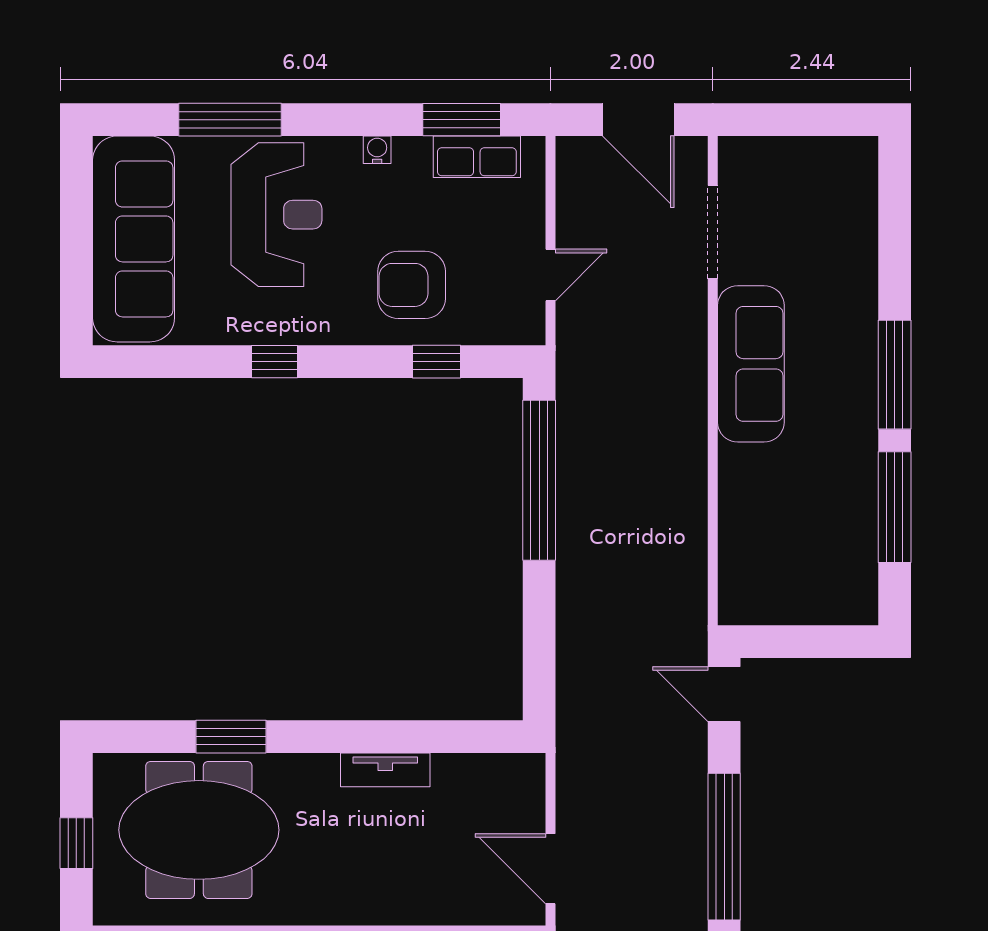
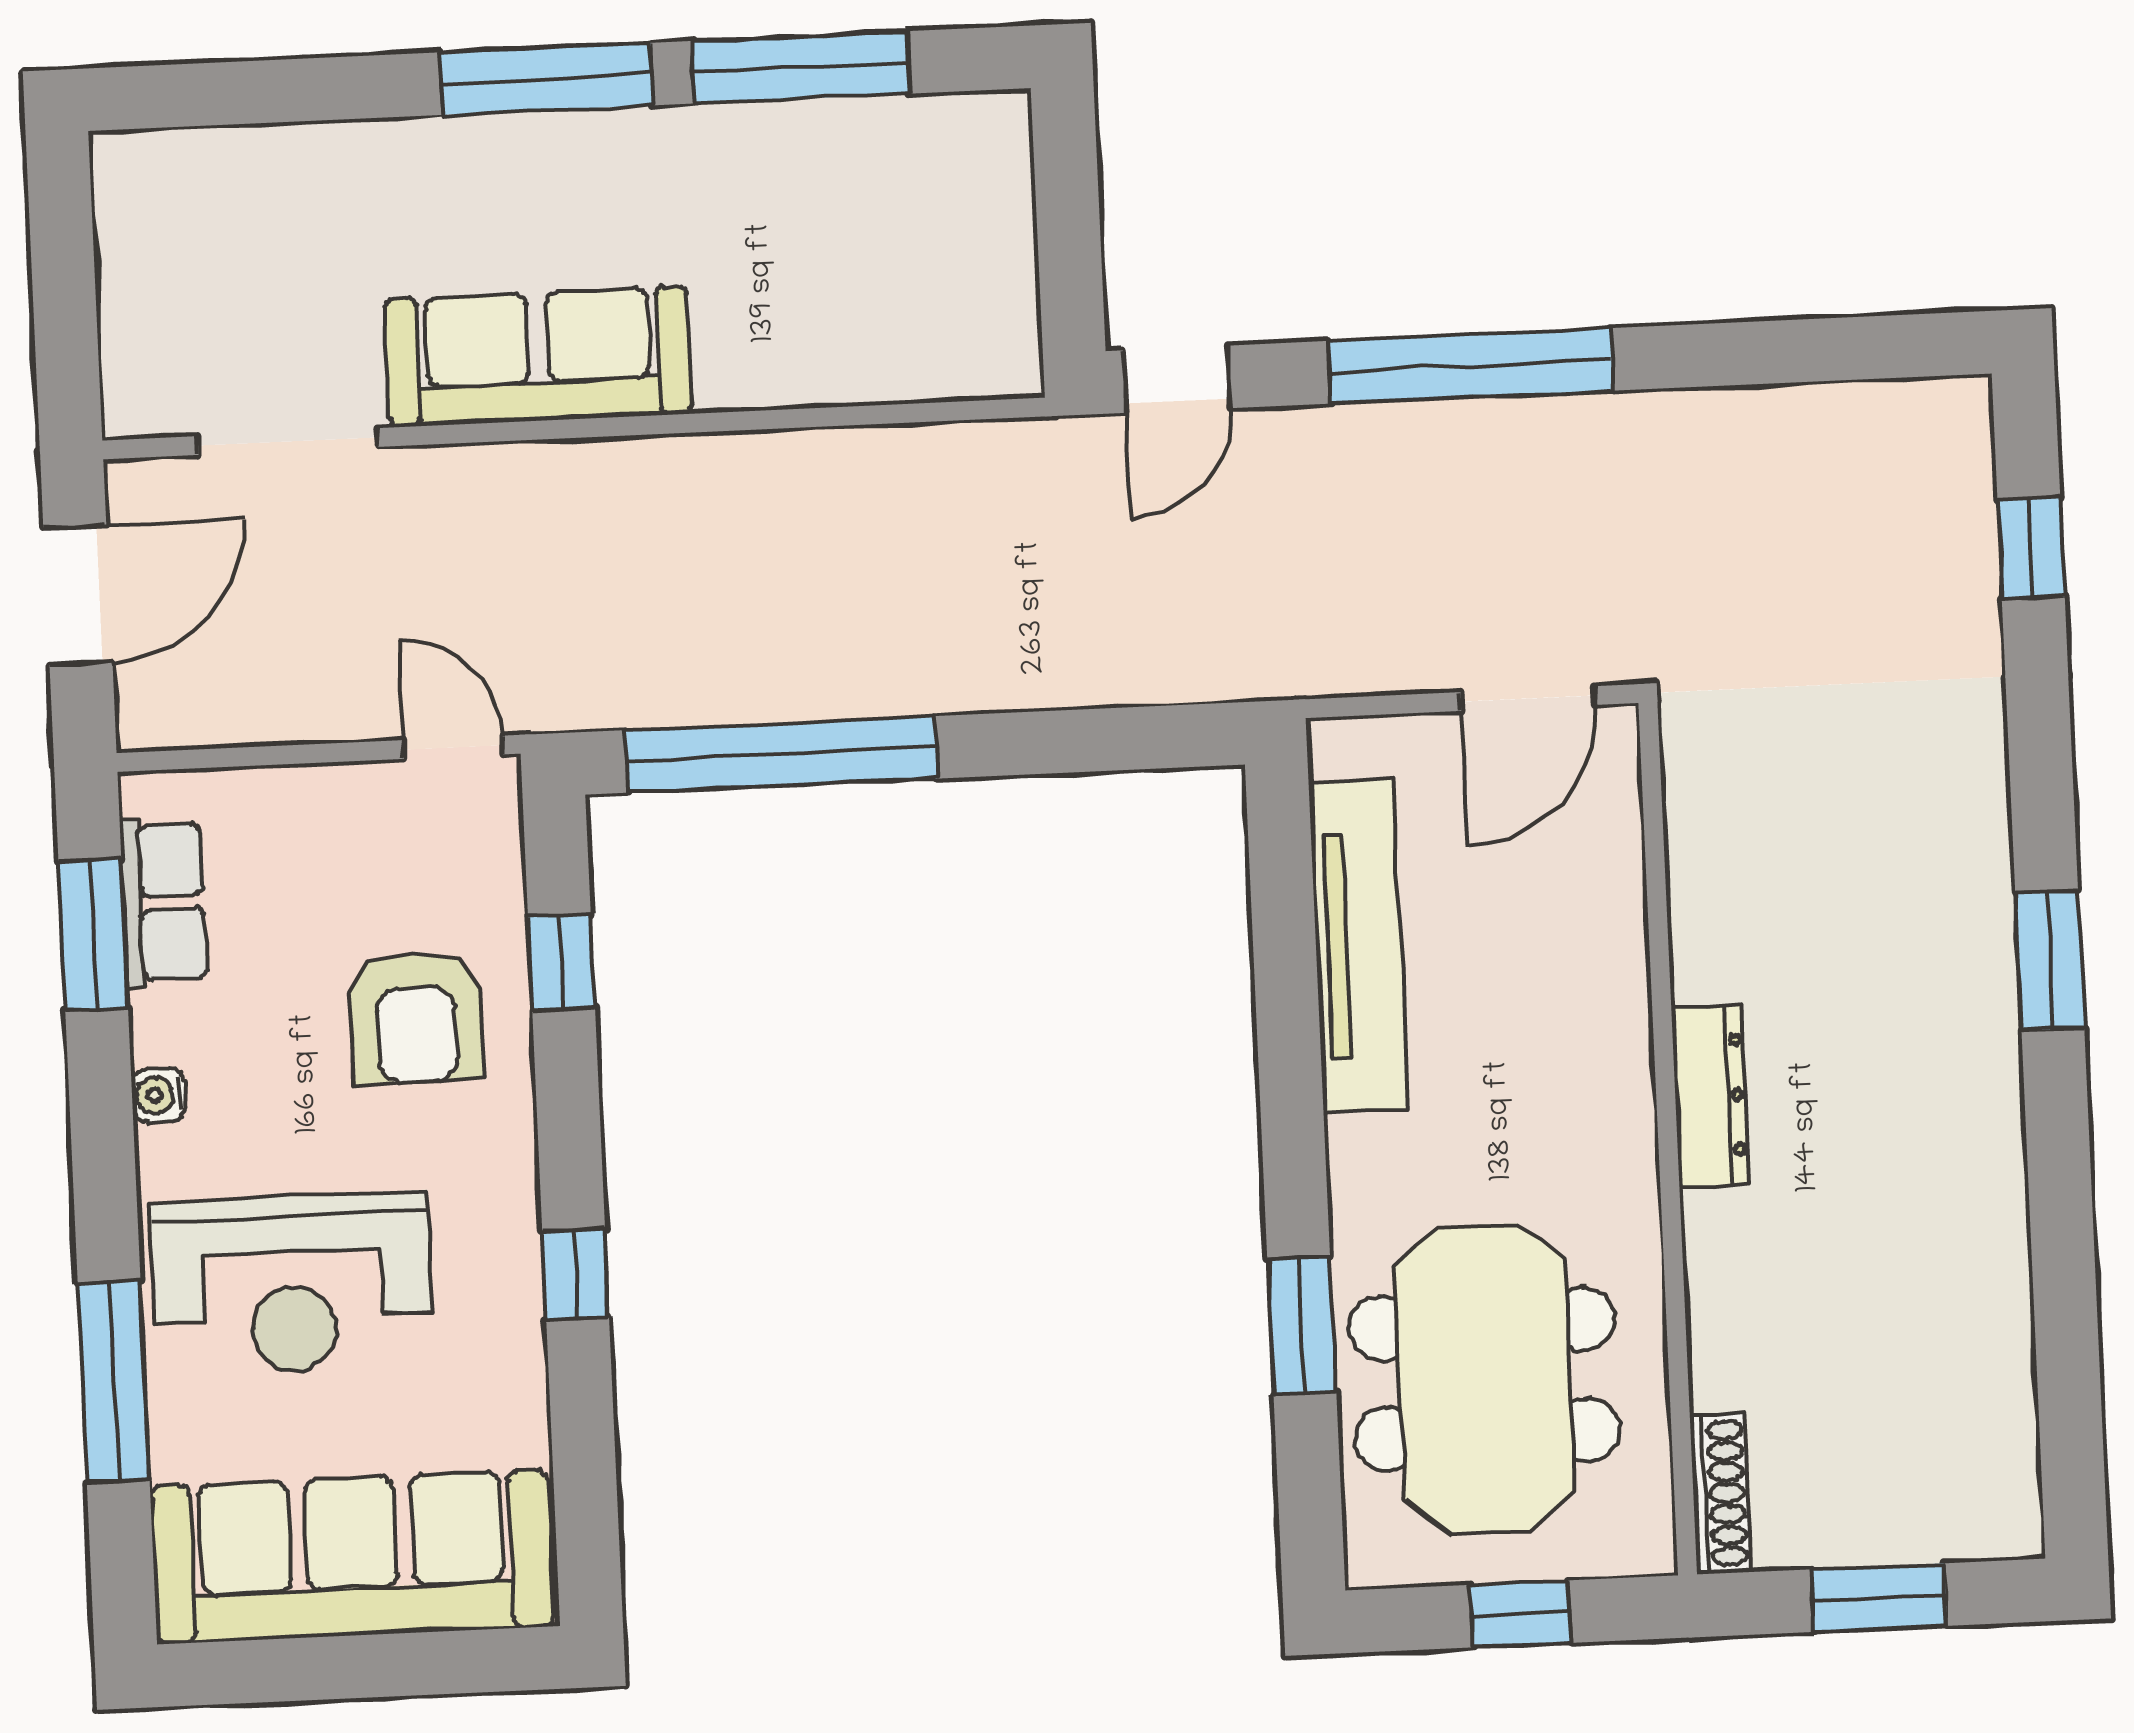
reception desk: (277, 215) -> (292, 1283), turned 180
door: (550, 275) -> (453, 747), moved
tv unit: (385, 770) -> (1358, 946), width x1.92, depth x1.29

